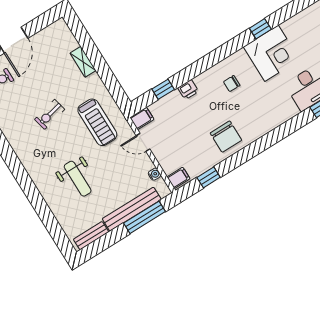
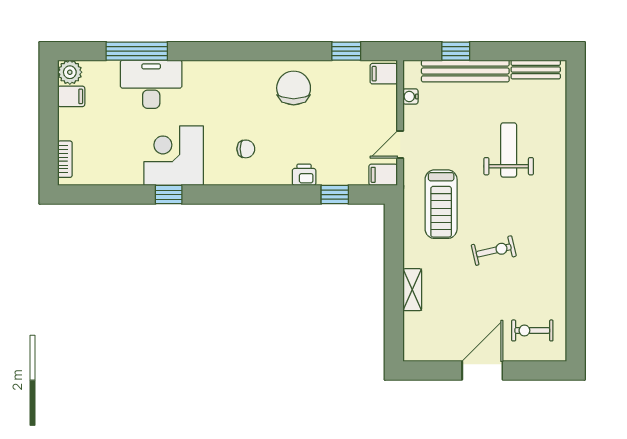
treadmill: (97, 122) -> (441, 204), turned 180
door: (143, 142) -> (400, 145), swing flipped
window: (145, 217) -> (456, 51), width x0.46

